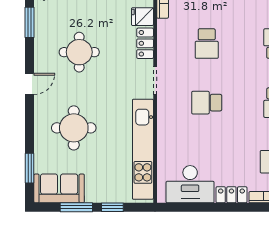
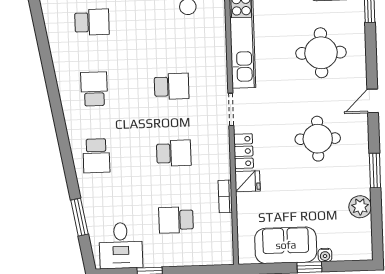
school desk: (207, 44) -> (174, 153), turned 90

